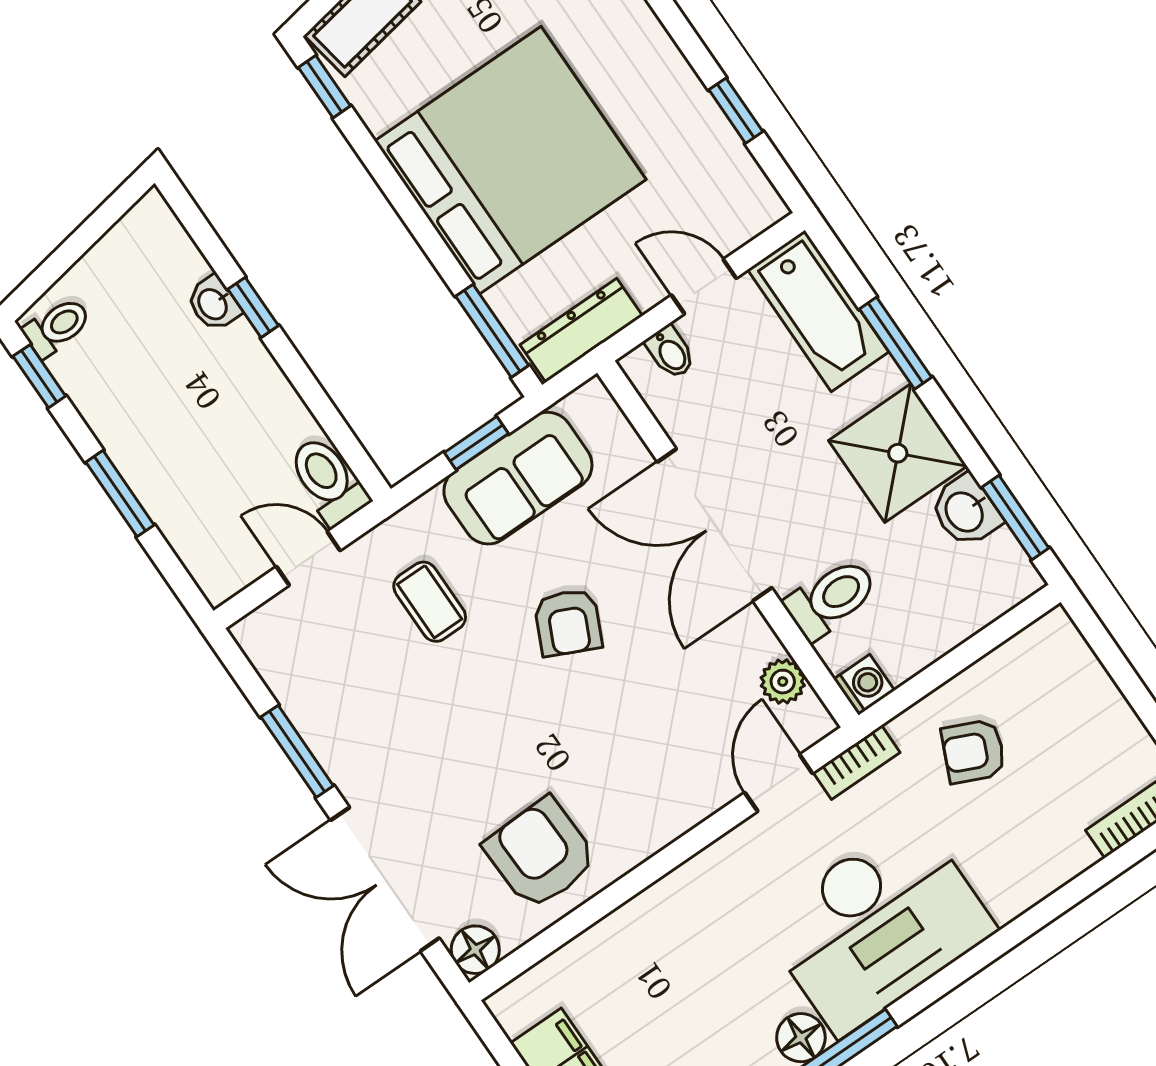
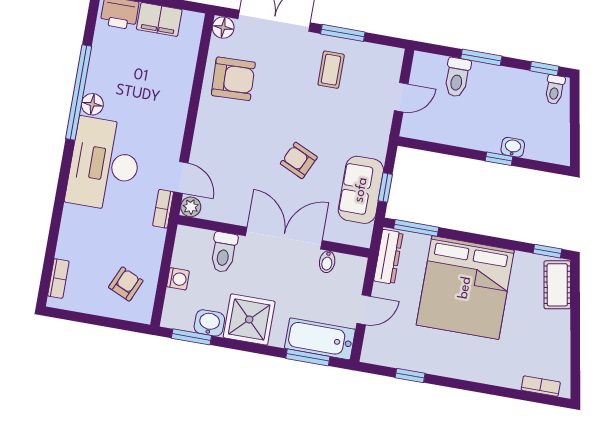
window: (895, 343) -> (308, 357), moved
bidet: (670, 352) -> (327, 262), moved, turned -90
toilet: (328, 481) -> (457, 77), moved, turned 90
coffee table: (430, 602) -> (331, 70), moved, turned 90
plant: (783, 682) -> (191, 207), moved
washing machine: (864, 685) -> (178, 279), moved, turned -90
armchair: (973, 751) -> (126, 284), moved

